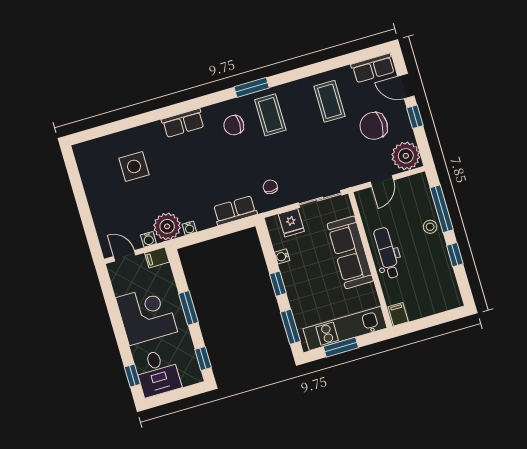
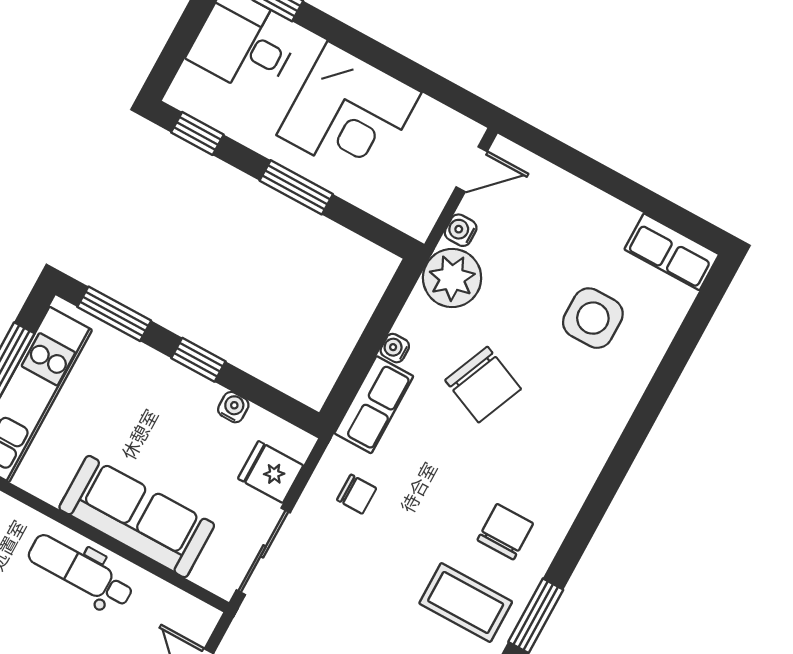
row of seats: (183, 123) -> (672, 252), moved, turned -90
chair: (192, 181) -> (483, 385), added
water cooler: (189, 228) -> (395, 348), moved
dental chair: (387, 253) -> (81, 571), turned 180
filing cabinet: (157, 257) -> (420, 216), removed

